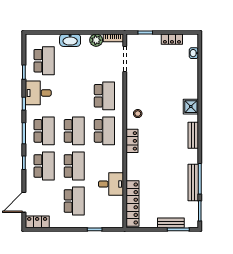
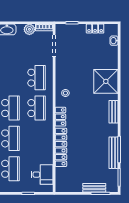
shower: (191, 107) -> (106, 81), width x1.86, depth x1.86
desk: (111, 184) -> (42, 175), moved
locker: (133, 204) -> (61, 147), moved

